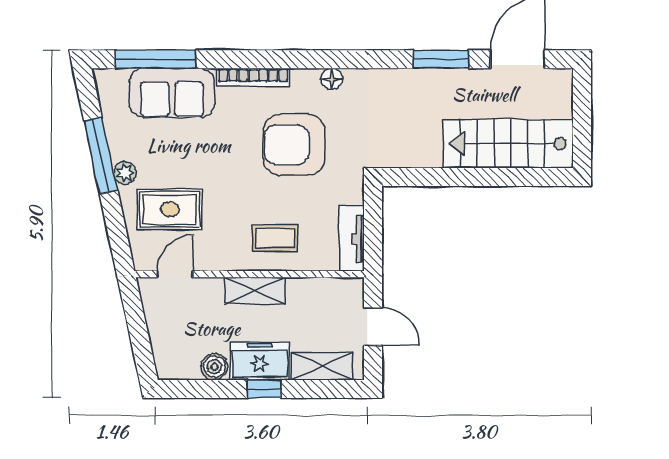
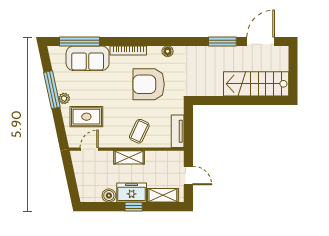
coffee table: (275, 238) -> (139, 131), turned -65

